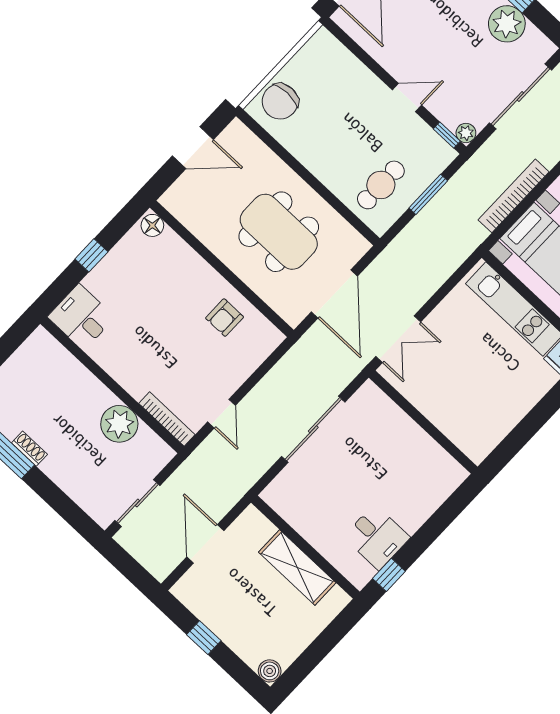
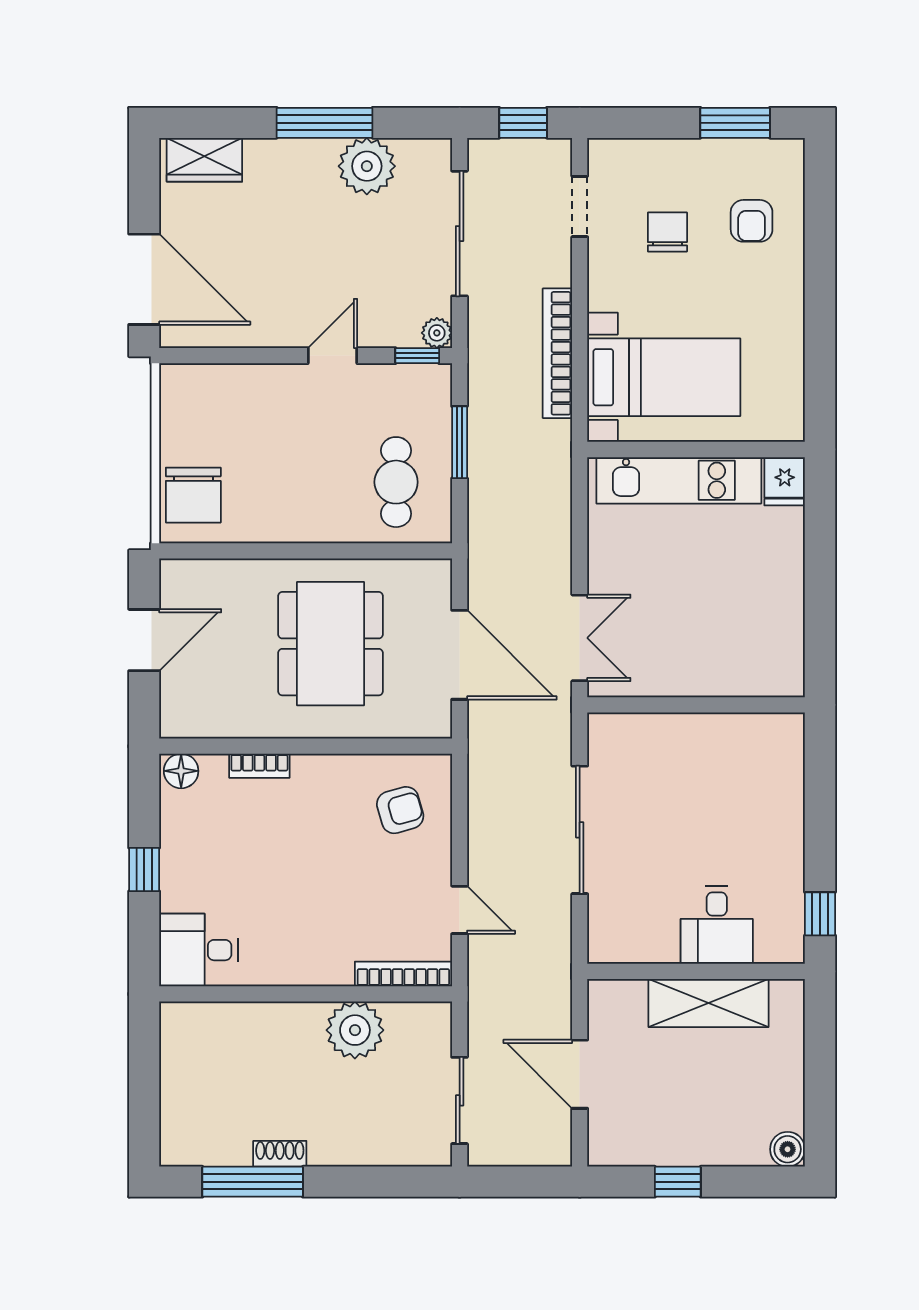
dining table: (279, 232) -> (330, 644), turned 90
bookcase: (191, 258) -> (259, 766), added
armchair: (225, 318) -> (400, 810), moved, turned -106
desk: (377, 537) -> (717, 925), moved, turned 90

